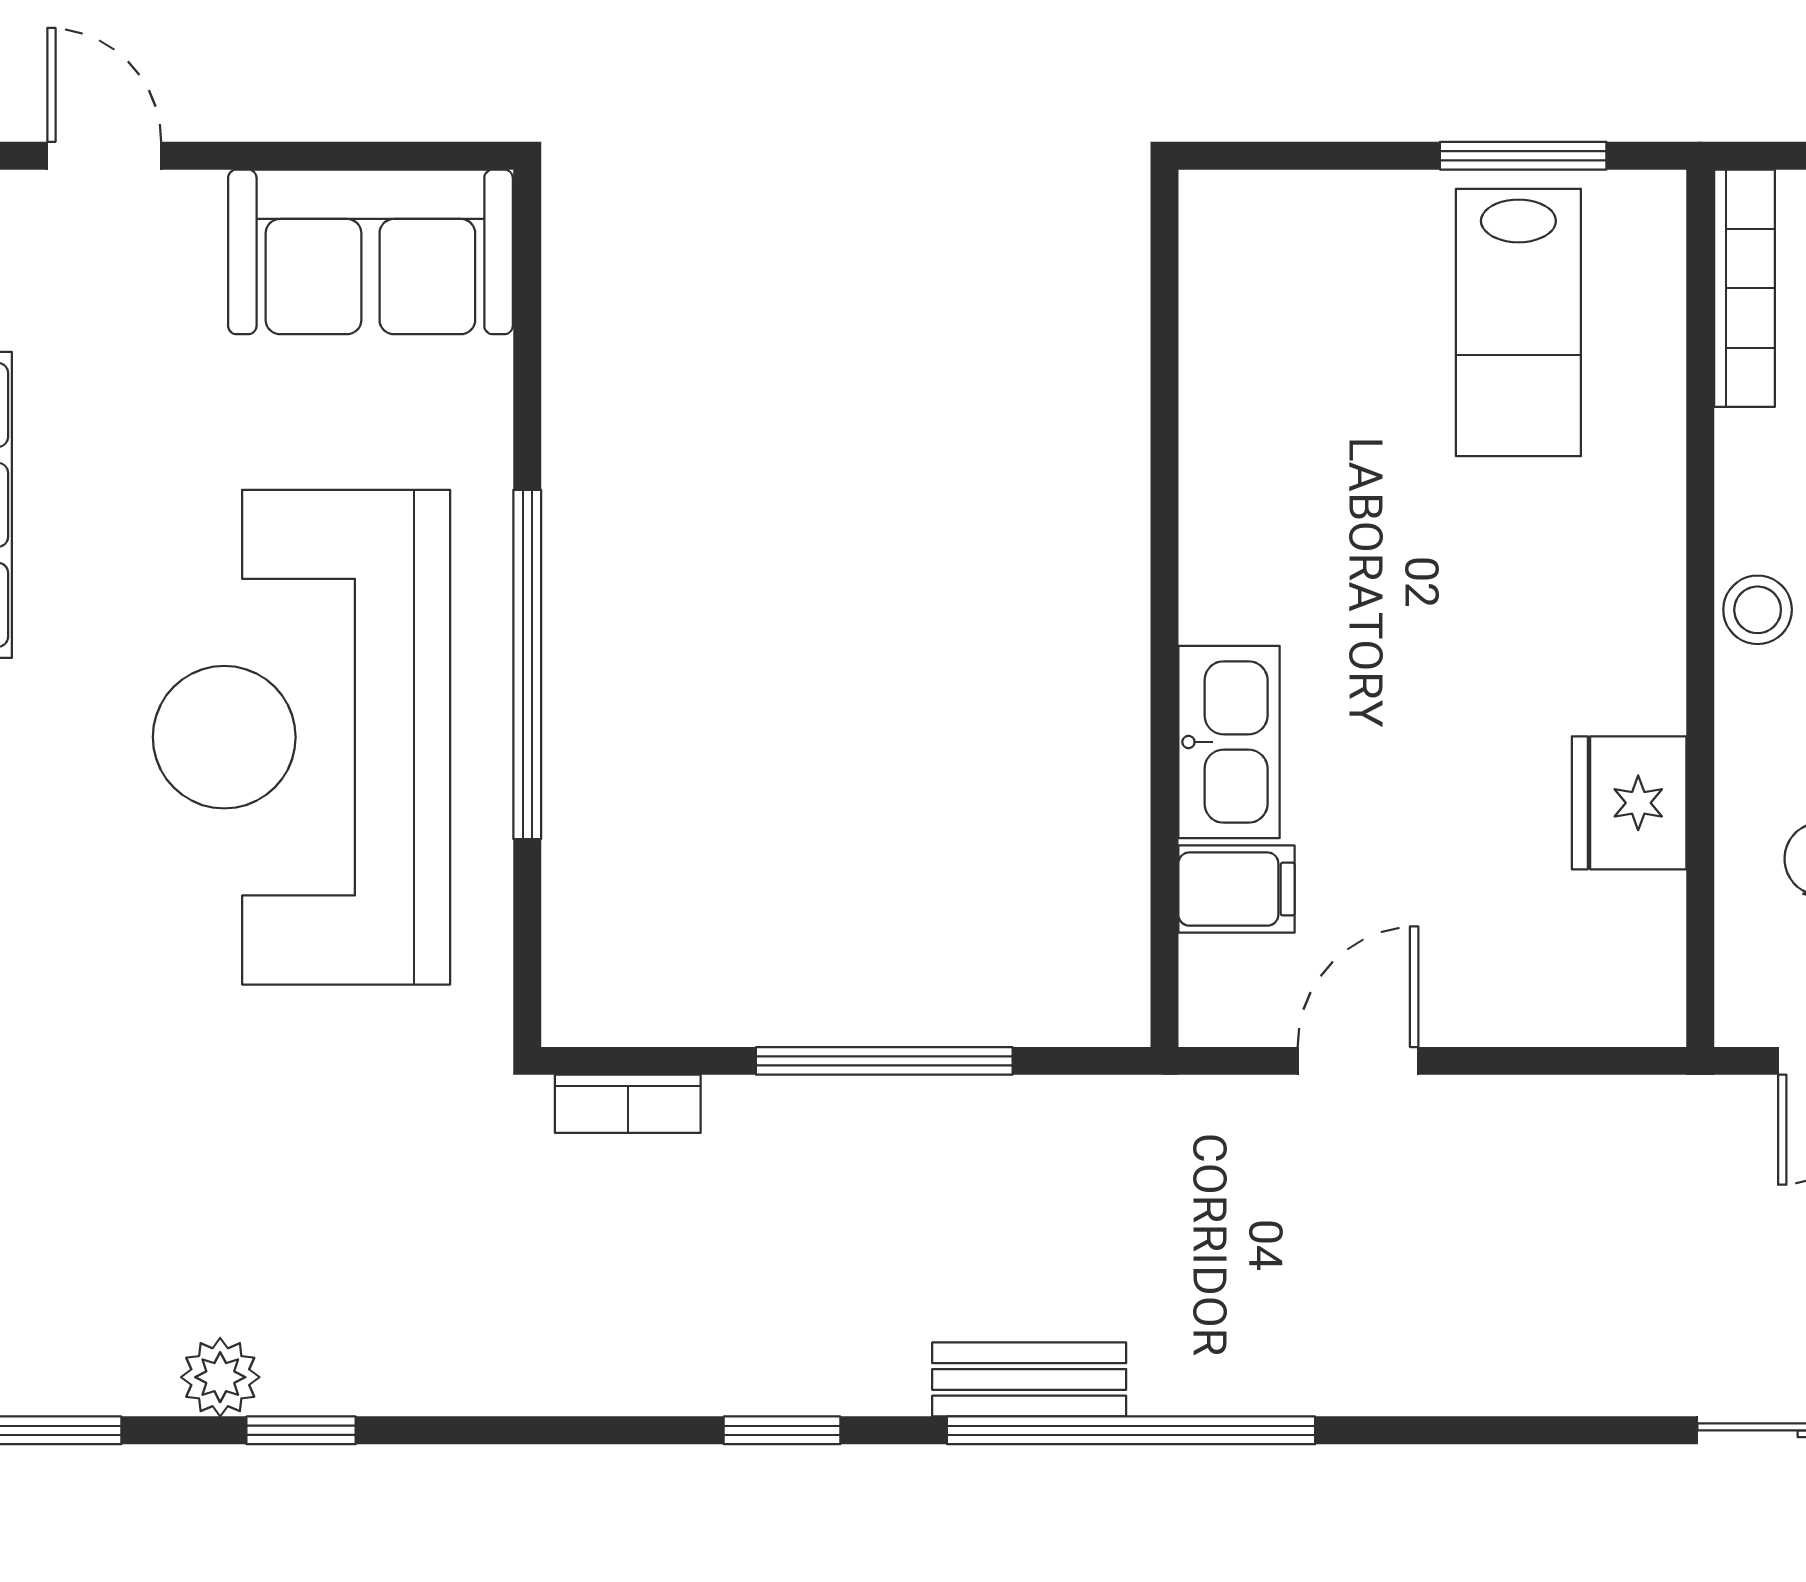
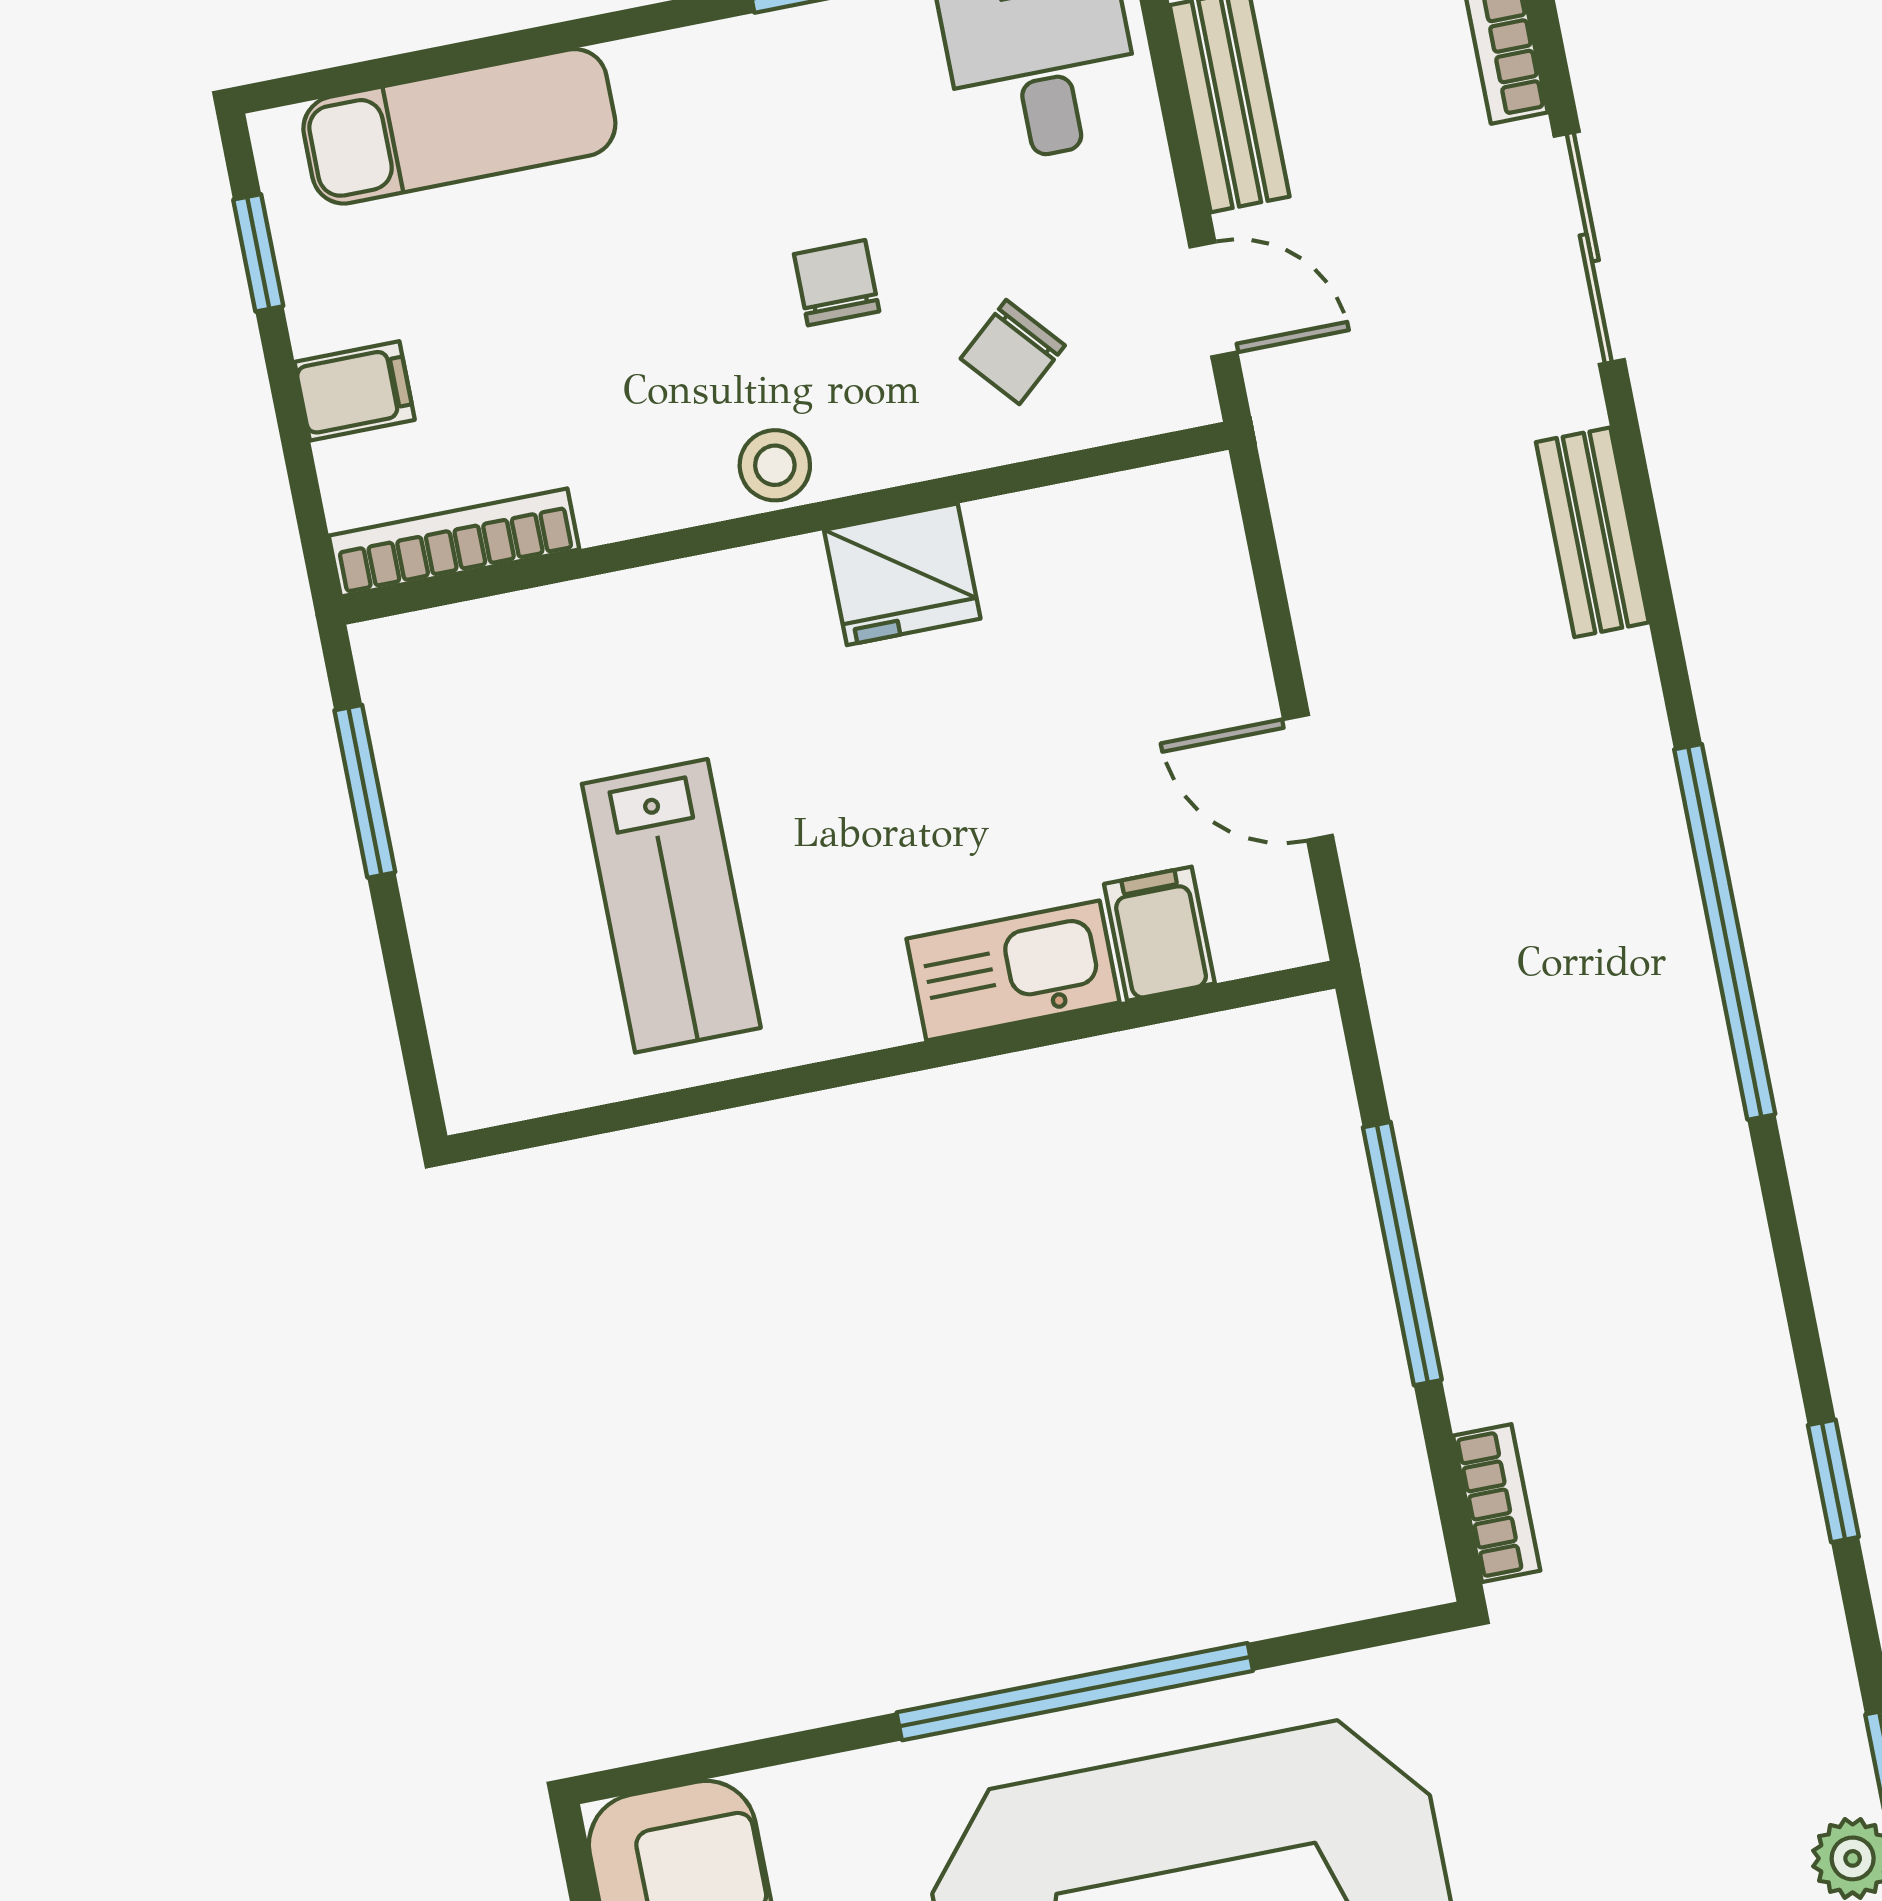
lab bench: (1518, 323) -> (671, 906), moved, turned 90
fridge: (1629, 803) -> (902, 574), moved
bench: (1029, 1379) -> (1592, 532), moved
window: (782, 1430) -> (1833, 1481), moved

